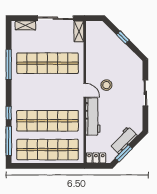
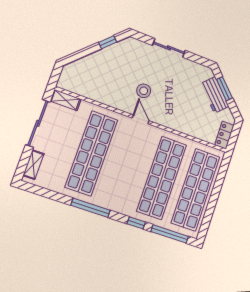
window: (123, 37) -> (108, 42), moved
window: (9, 64) -> (91, 208), moved
door: (85, 90) -> (141, 119), hinge flipped
workbench: (93, 117) -> (175, 121), removed
window: (124, 153) -> (224, 89), moved

